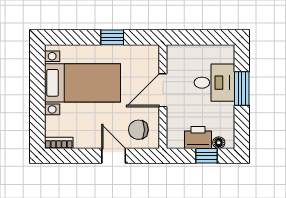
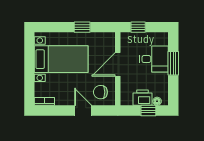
window: (192, 37) -> (138, 27), added

